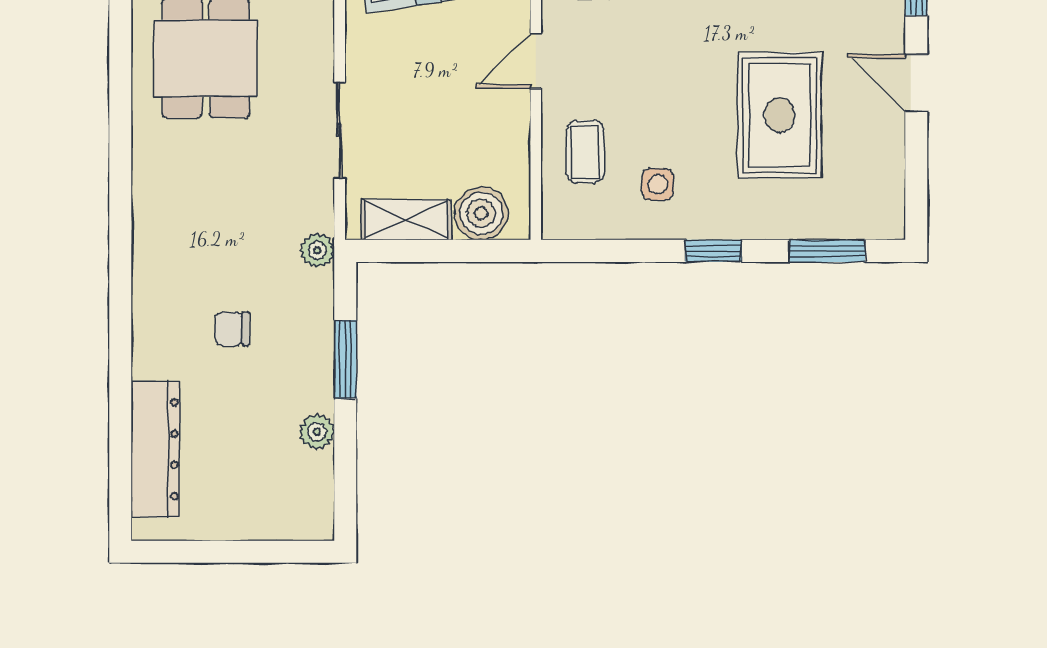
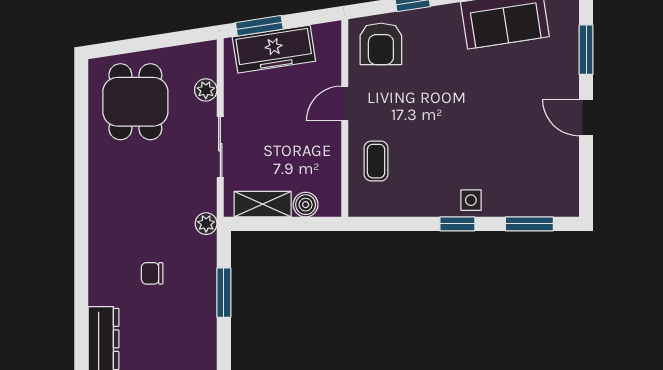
rug: (780, 115) -> (499, 138), removed
side table: (658, 184) -> (471, 200), moved
boiler: (481, 213) -> (306, 205), width x0.73, depth x0.73
plant: (317, 432) -> (206, 90), moved

